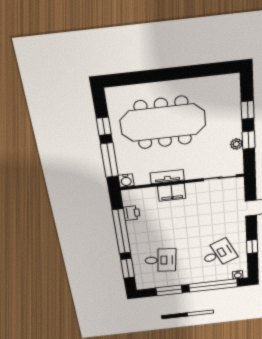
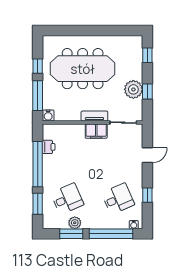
window: (248, 110) -> (147, 55), moved
plant: (236, 144) -> (133, 89), width x1.88, depth x1.88
tv unit: (167, 177) -> (94, 116), moved
filing cabinet: (172, 192) -> (96, 131), moved
desk: (161, 260) -> (67, 199), turned -30
plant: (172, 281) -> (75, 223), added

